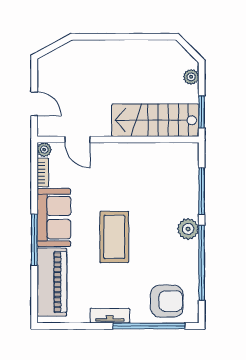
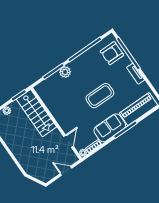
door: (34, 104) -> (66, 171), hinge flipped
plant: (188, 229) -> (65, 72), moved
armchair: (167, 301) -> (112, 53), turned -90

